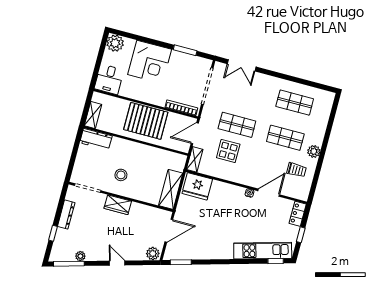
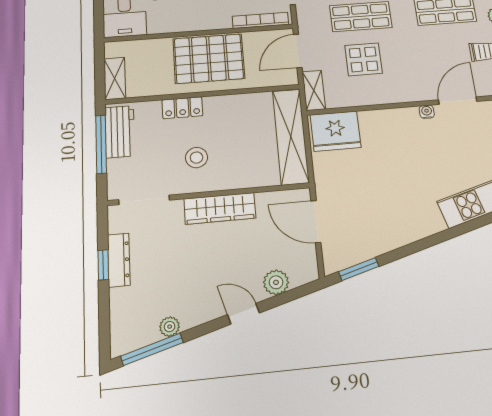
workbench: (96, 139) -> (120, 132), moved, turned -90
locker: (123, 145) -> (182, 108), added
window: (75, 150) -> (101, 144), added
shelving: (171, 189) -> (291, 136), width x1.47
wardrobe: (118, 205) -> (220, 208), width x1.50
door: (169, 231) -> (316, 222), swing flipped
window: (53, 233) -> (103, 265), moved
plant: (153, 254) -> (276, 282), moved

